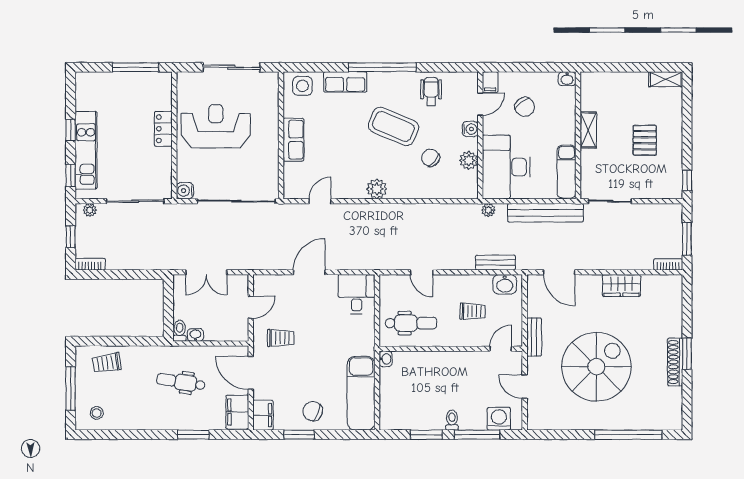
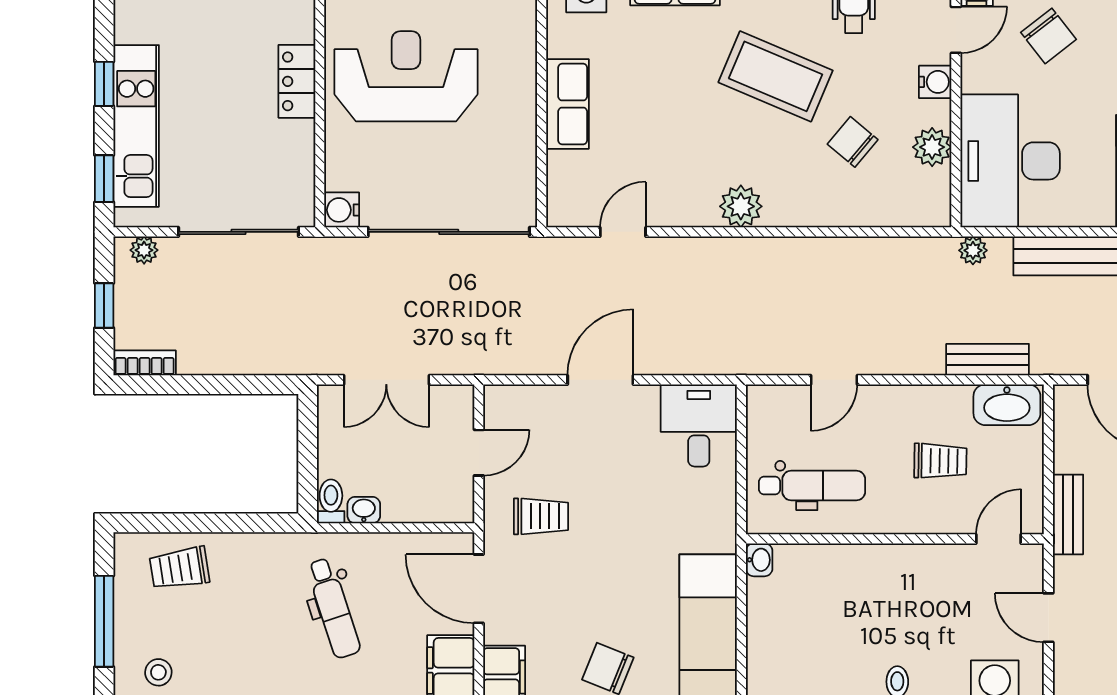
door: (422, 272) -> (834, 380), hinge flipped
washbasin: (505, 284) -> (1007, 405), width x1.38
dental chair: (181, 382) -> (333, 608), turned -117

